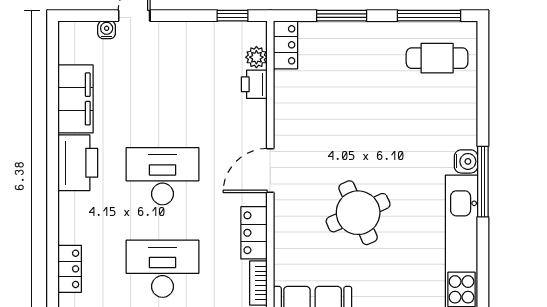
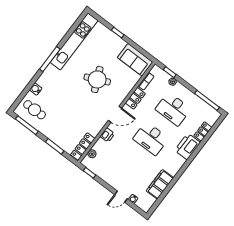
locker: (286, 45) -> (83, 147), width x1.53
printer: (254, 84) -> (107, 135), moved
water cooler: (466, 161) -> (36, 89), moved
printer: (78, 163) -> (187, 146), moved

